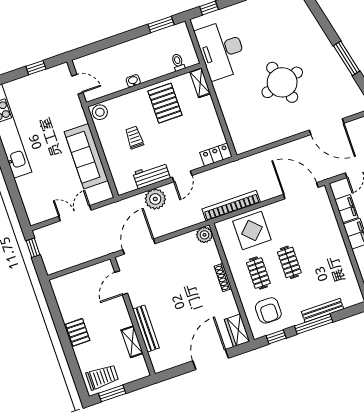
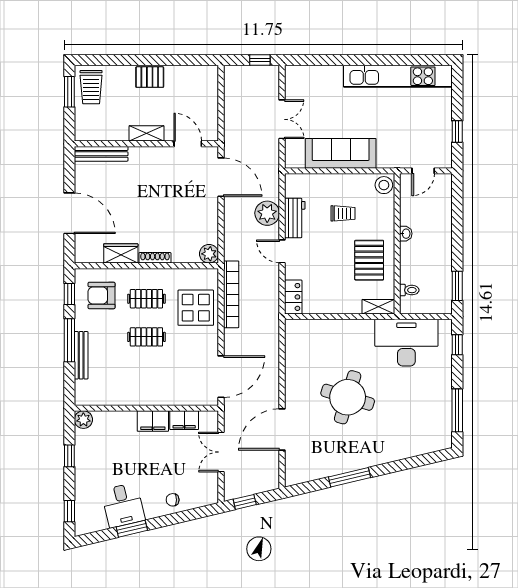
round table: (282, 82) -> (348, 397), turned 32
pallet: (165, 103) -> (369, 260), turned 90
bench: (146, 329) -> (101, 154), moved
wardrobe: (237, 330) -> (121, 253), moved
shelving: (132, 342) -> (147, 133), moved

